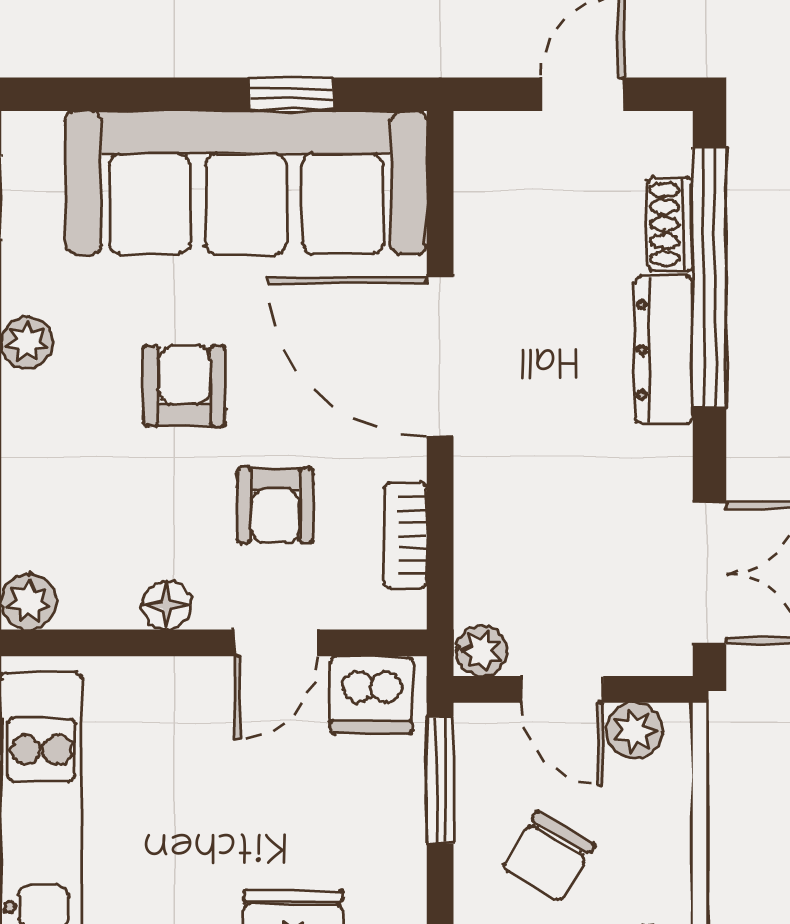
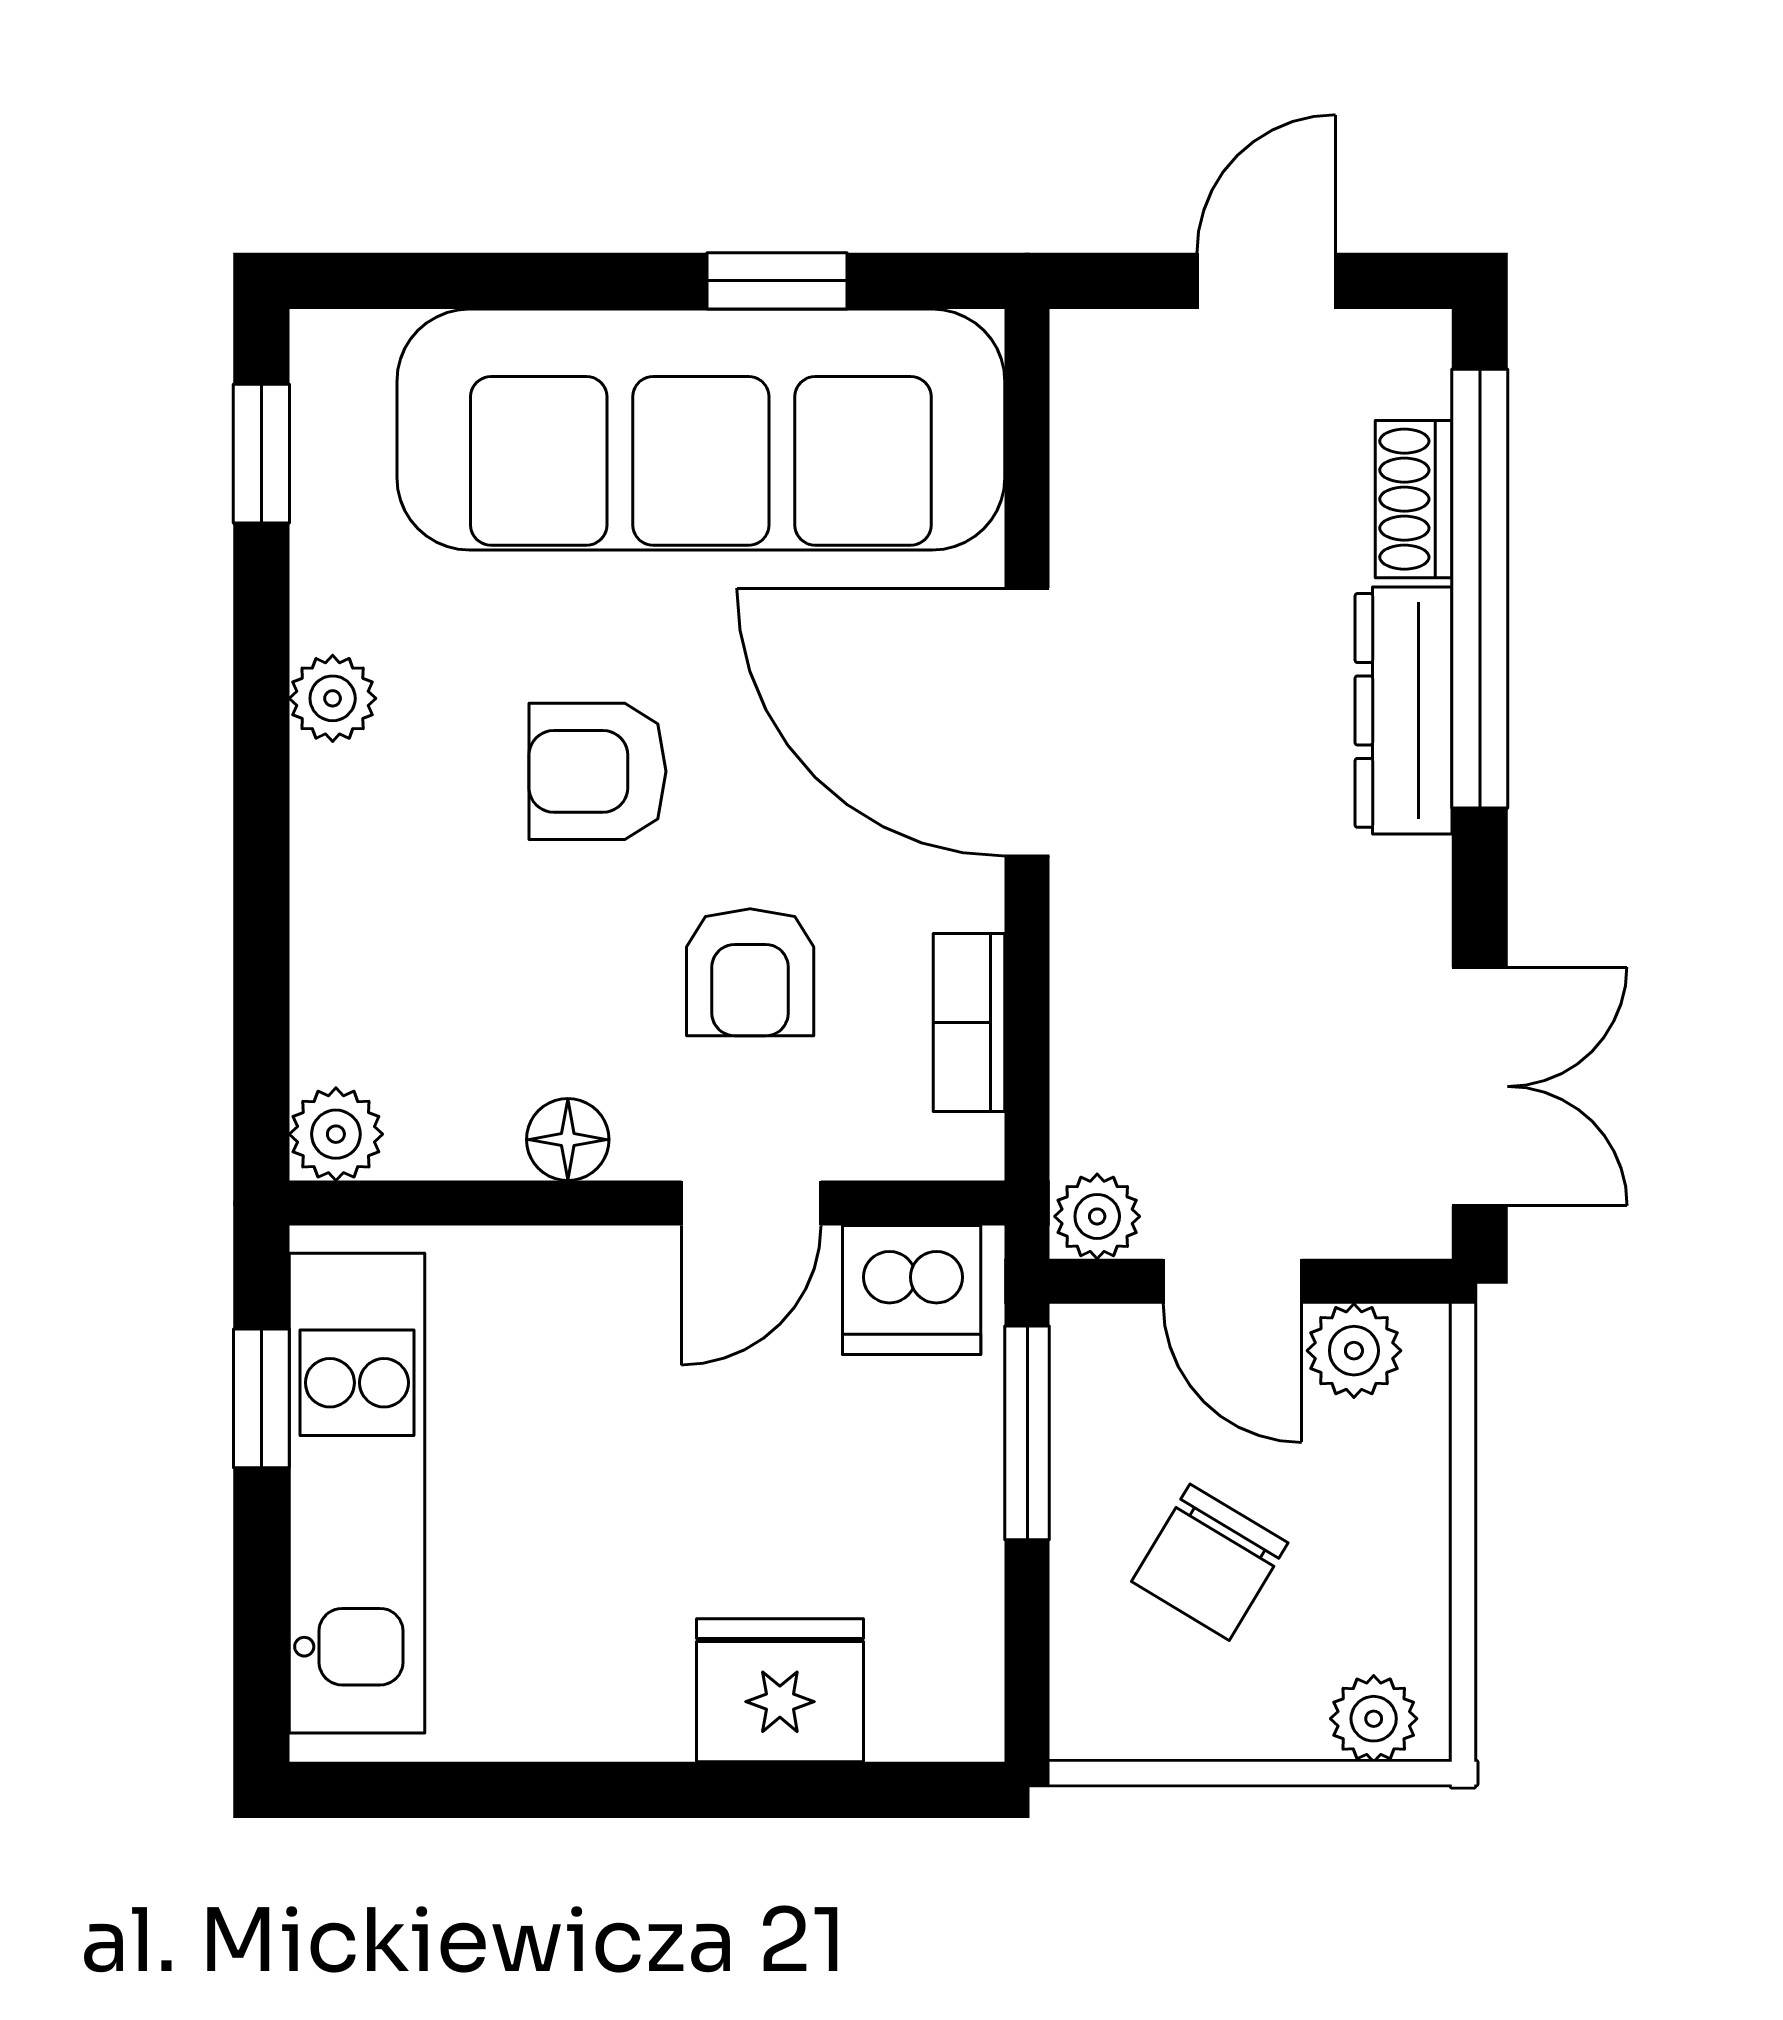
armchair: (185, 386) -> (598, 771), turned -90

